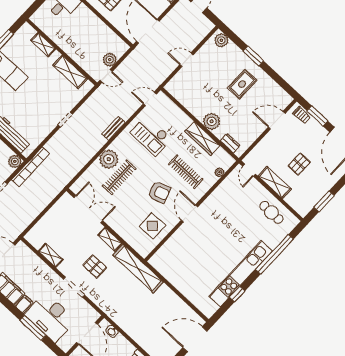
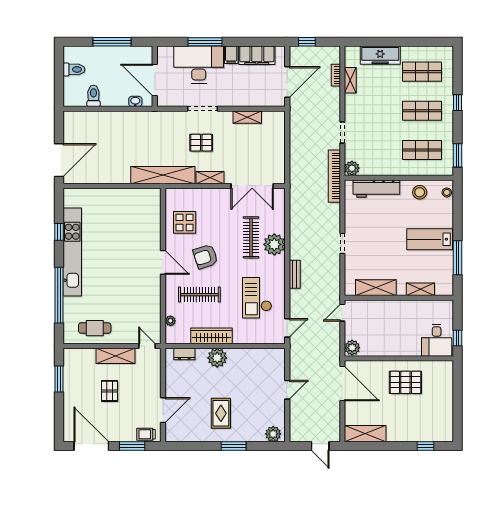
plant: (110, 60) -> (352, 348), moved
checkout: (151, 136) -> (257, 298), turned -90

